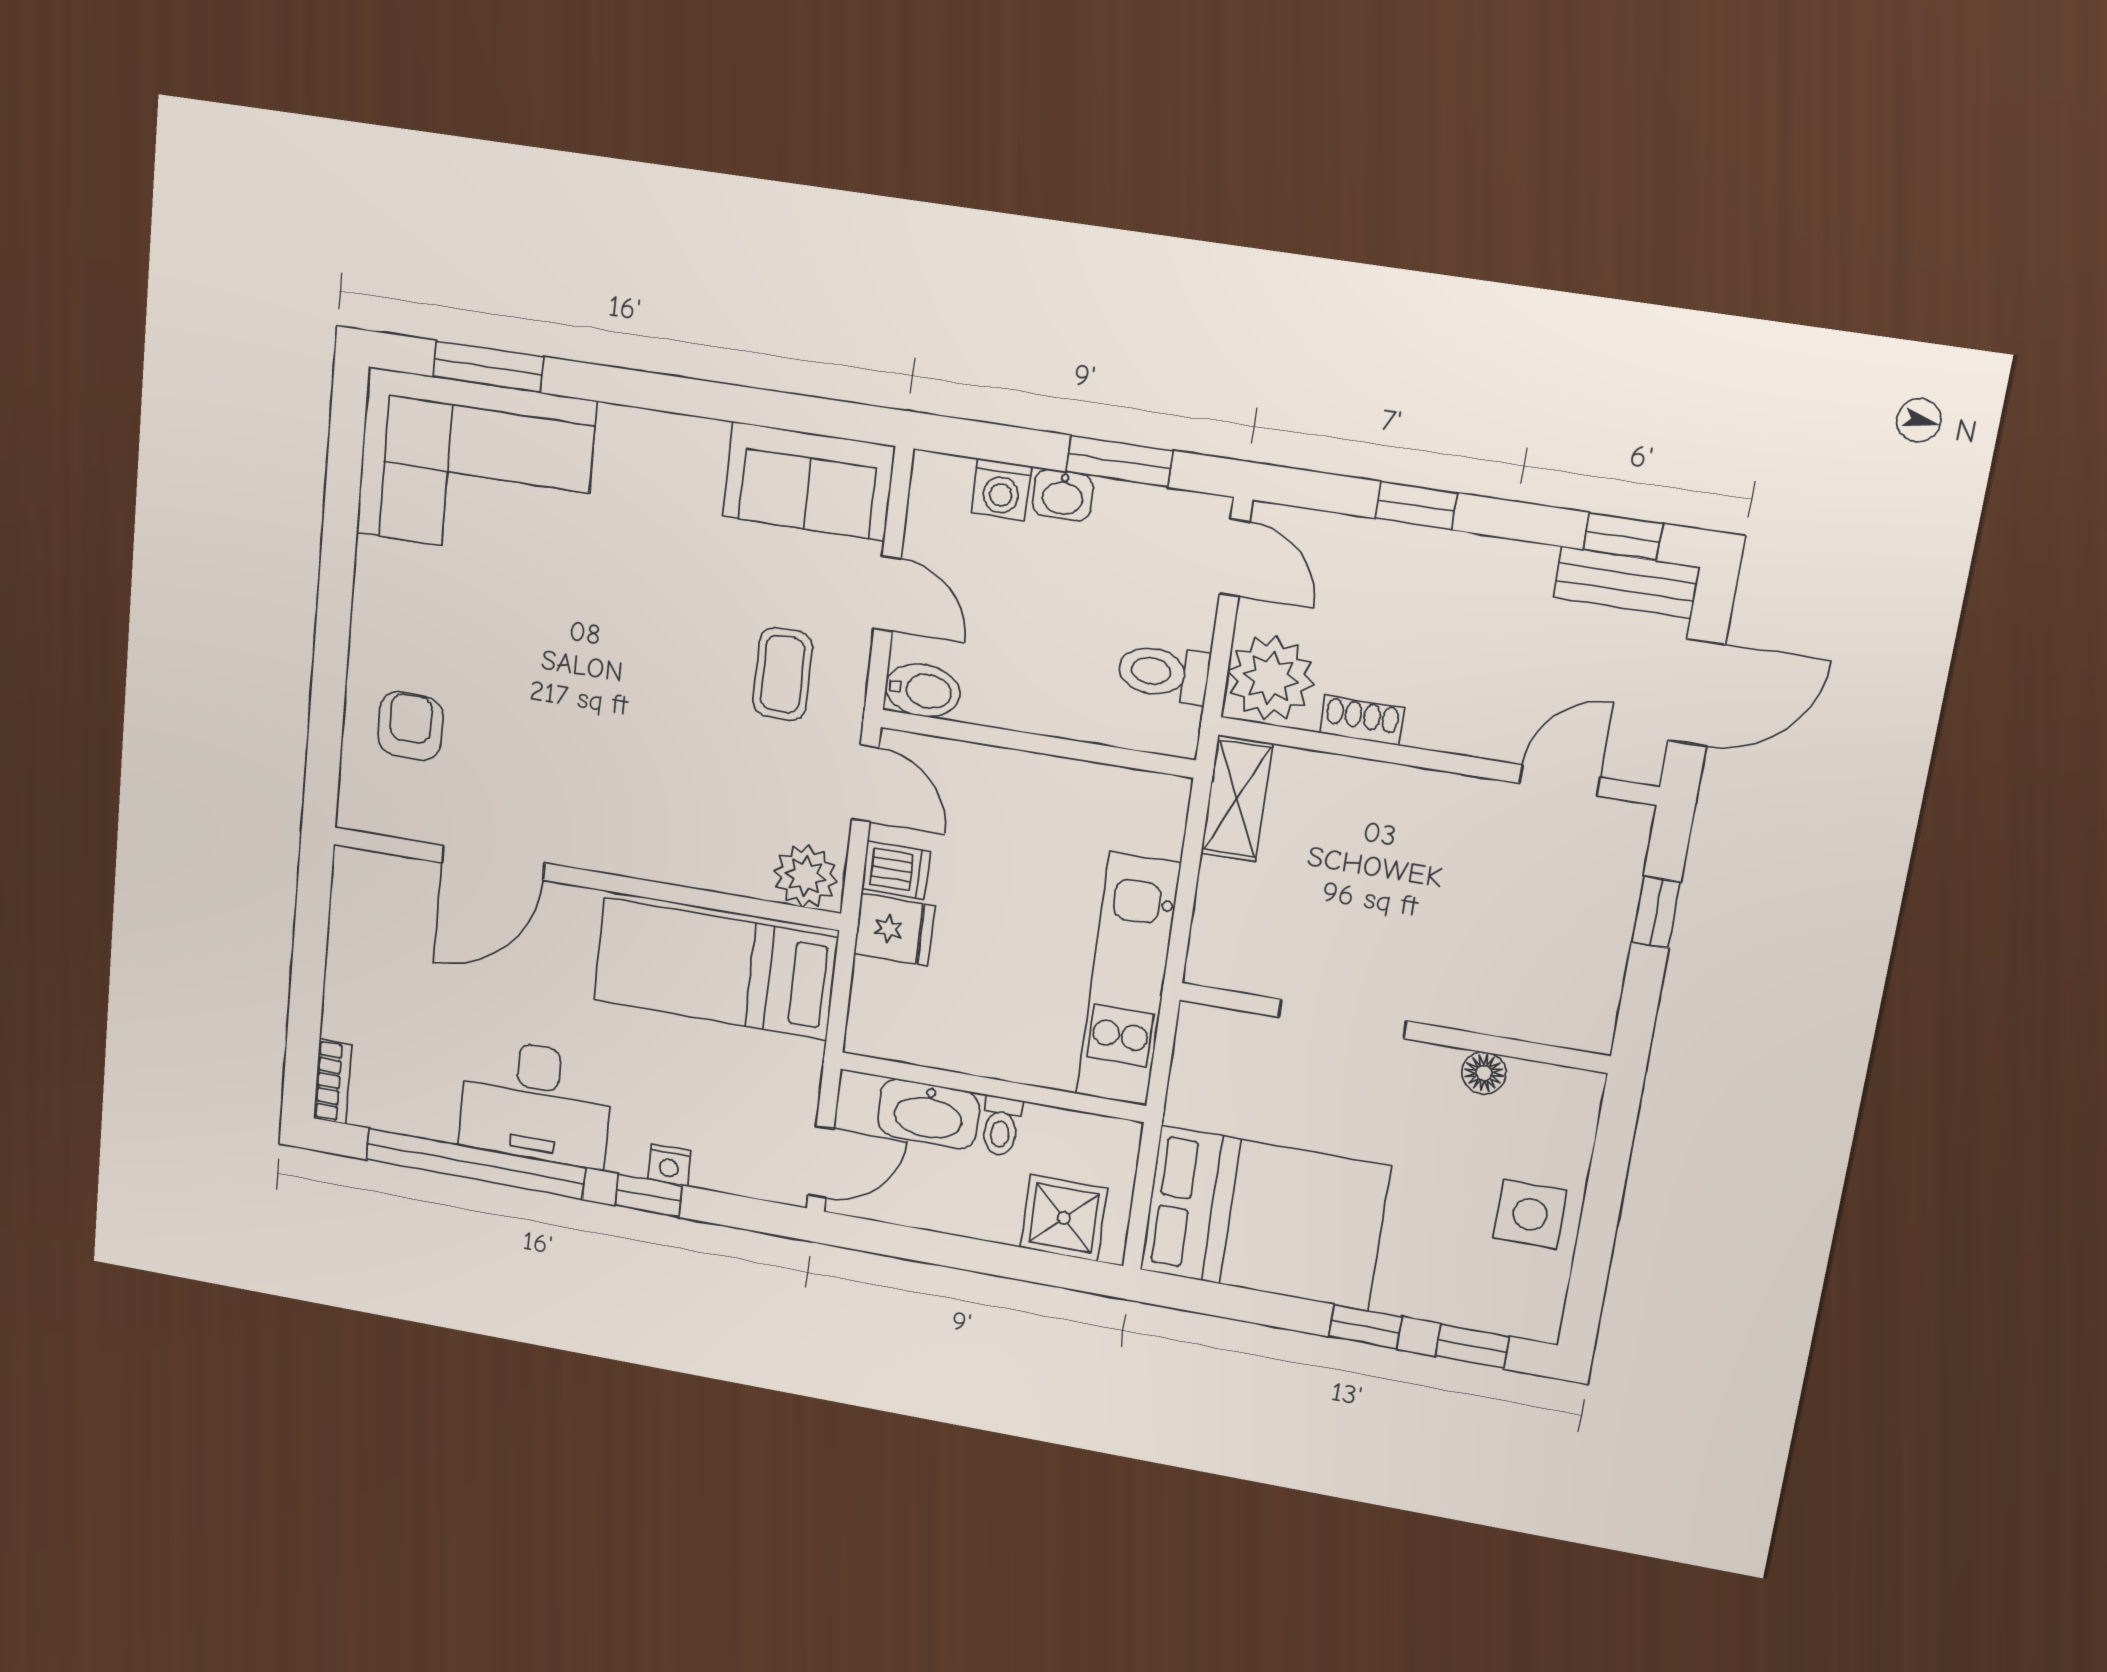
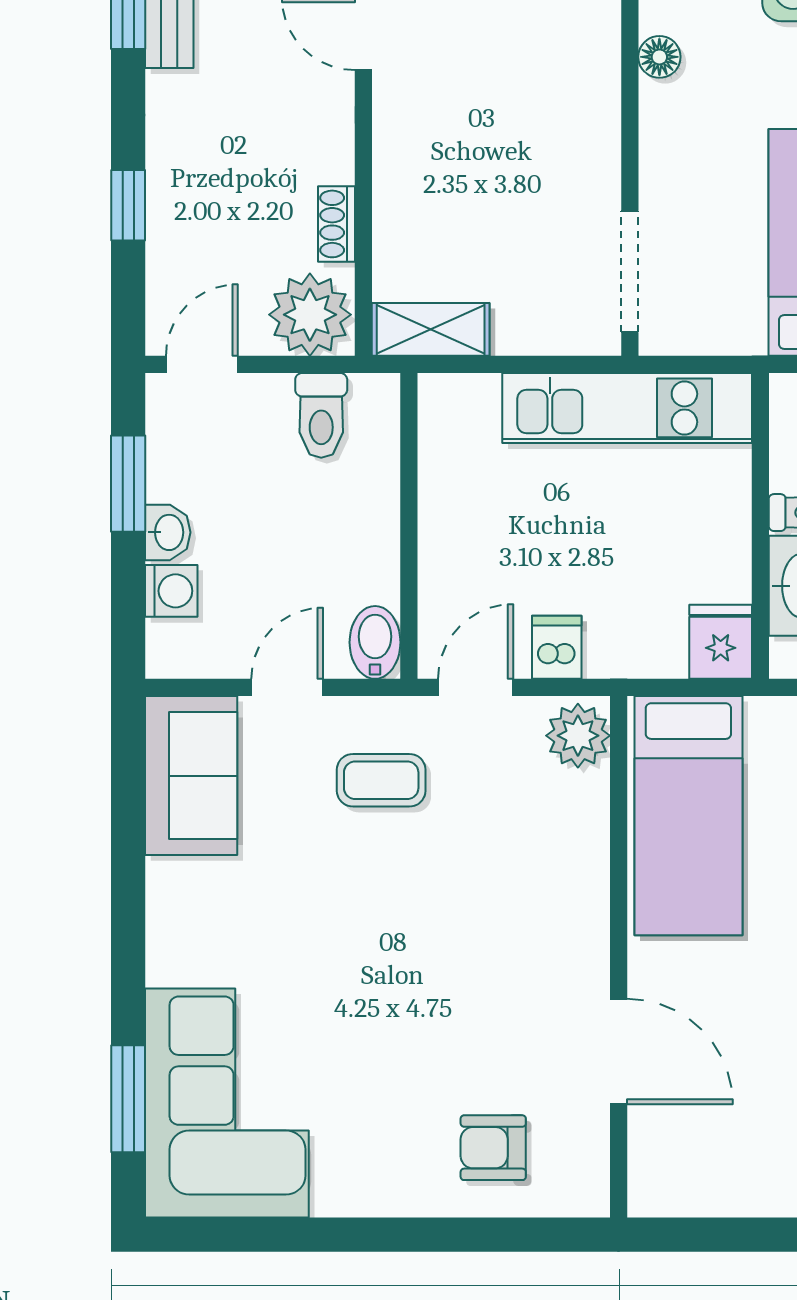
fridge: (894, 930) -> (721, 642), moved
doorway: (1342, 1019) -> (630, 272), moved

